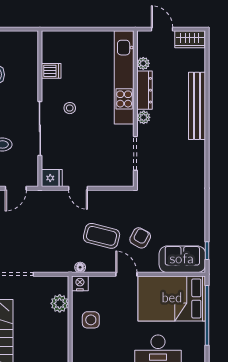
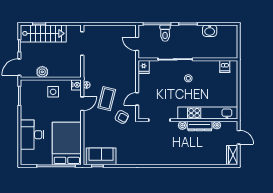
door: (162, 29) -> (239, 137), hinge flipped
dishwasher: (51, 71) -> (225, 67), moved
bench: (197, 106) -> (190, 160), removed
door: (78, 188) -> (137, 99), moved
armchair: (140, 238) -> (122, 117), moved
sofa: (182, 259) -> (101, 156), moved, turned -90
door: (126, 274) -> (82, 104), moved
plant: (60, 303) -> (42, 72), moved

